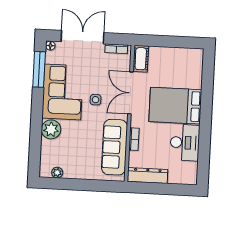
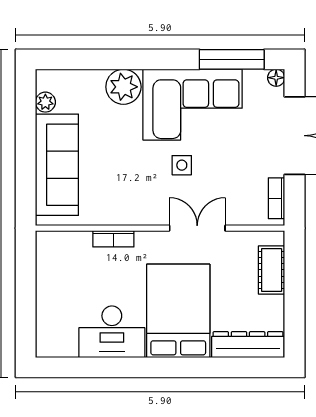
cot: (141, 59) -> (272, 270), moved, turned 90
double door: (130, 93) -> (197, 228), width x0.73
sofa: (114, 147) -> (57, 165), moved, turned 90
dresser: (148, 176) -> (248, 345), moved, turned -90

